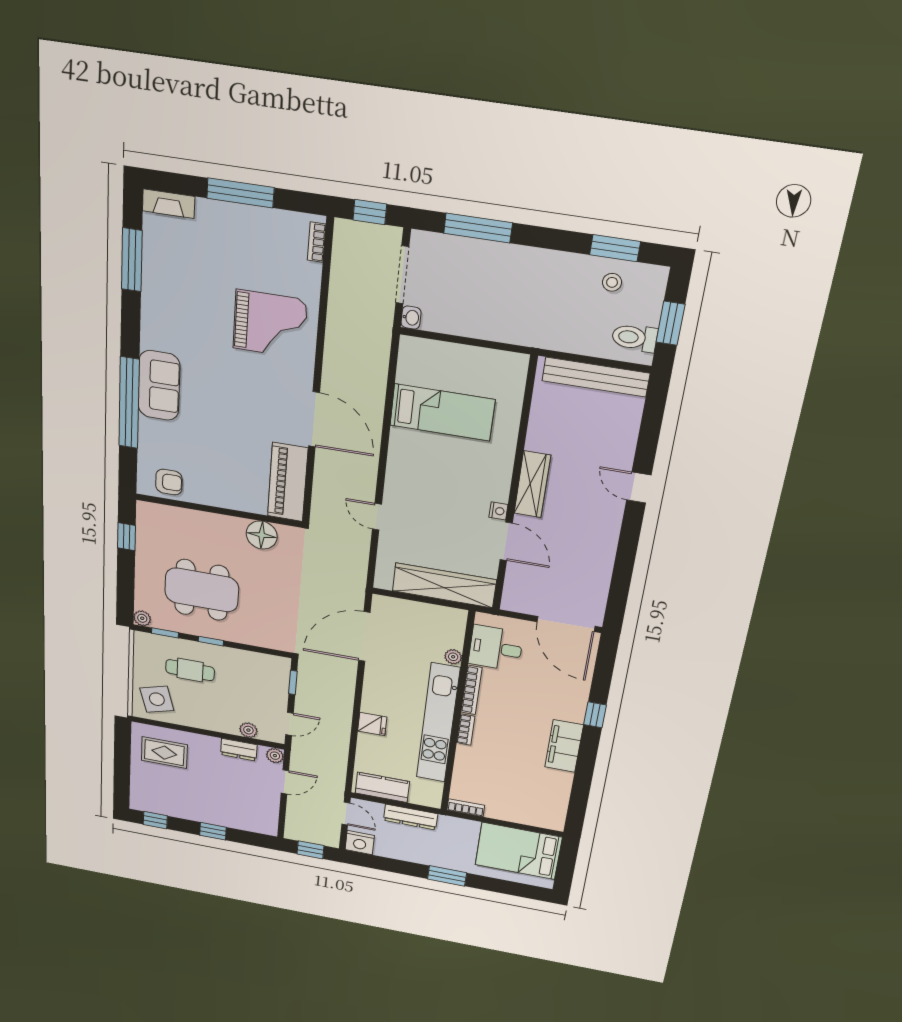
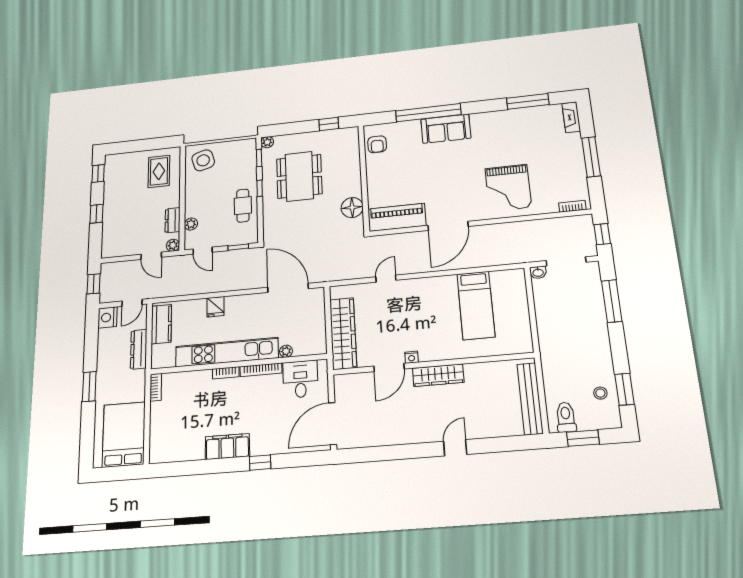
cafe table: (190, 670) -> (243, 206), moved

